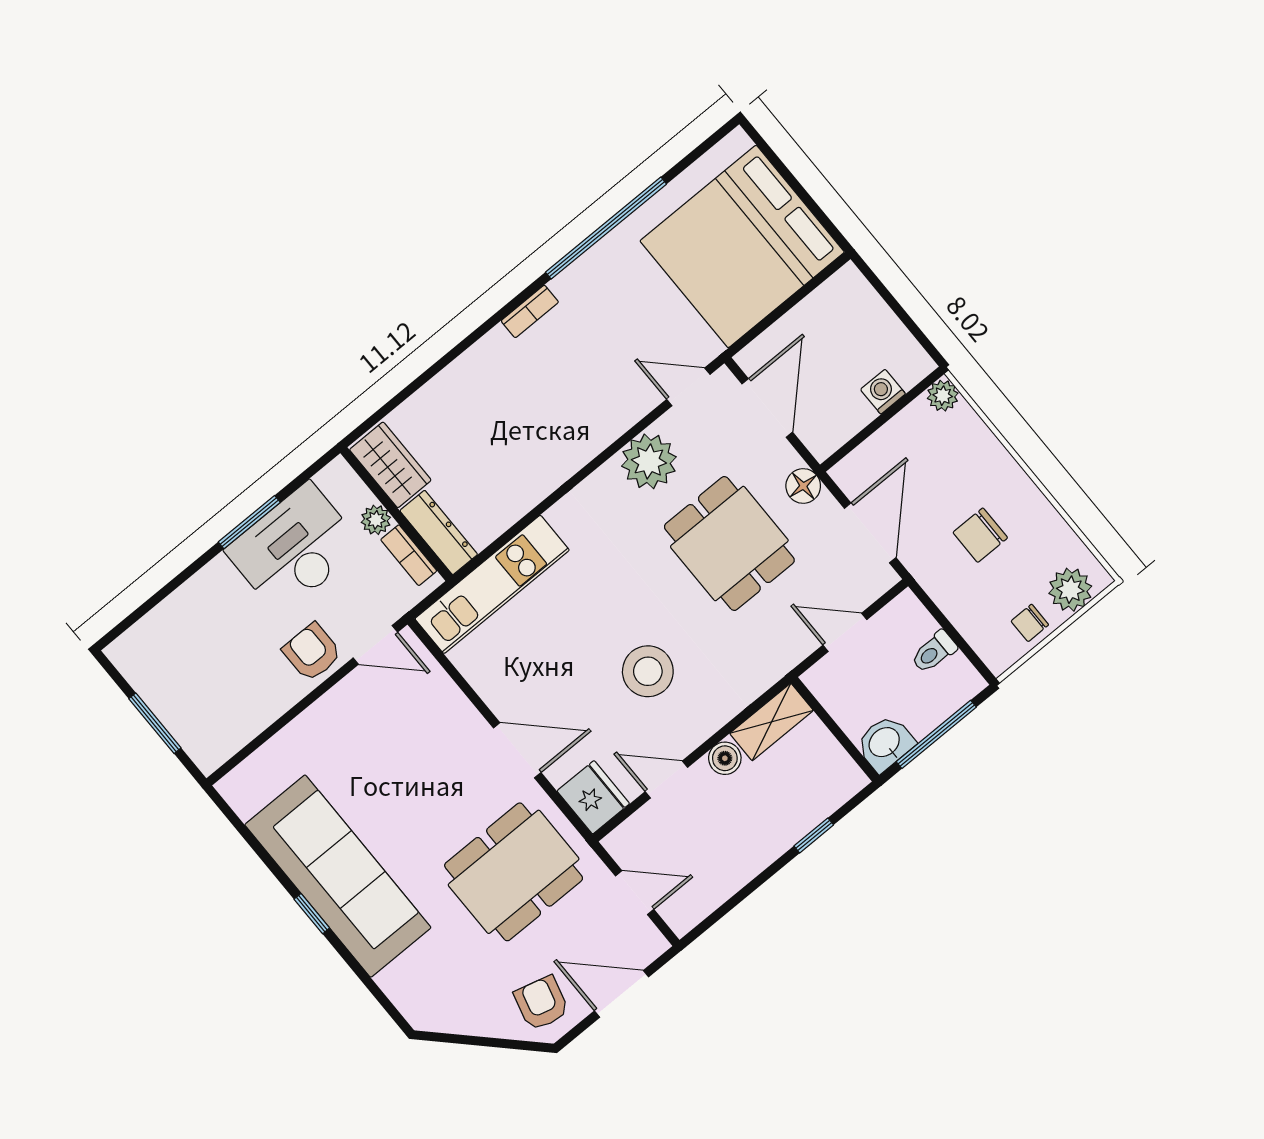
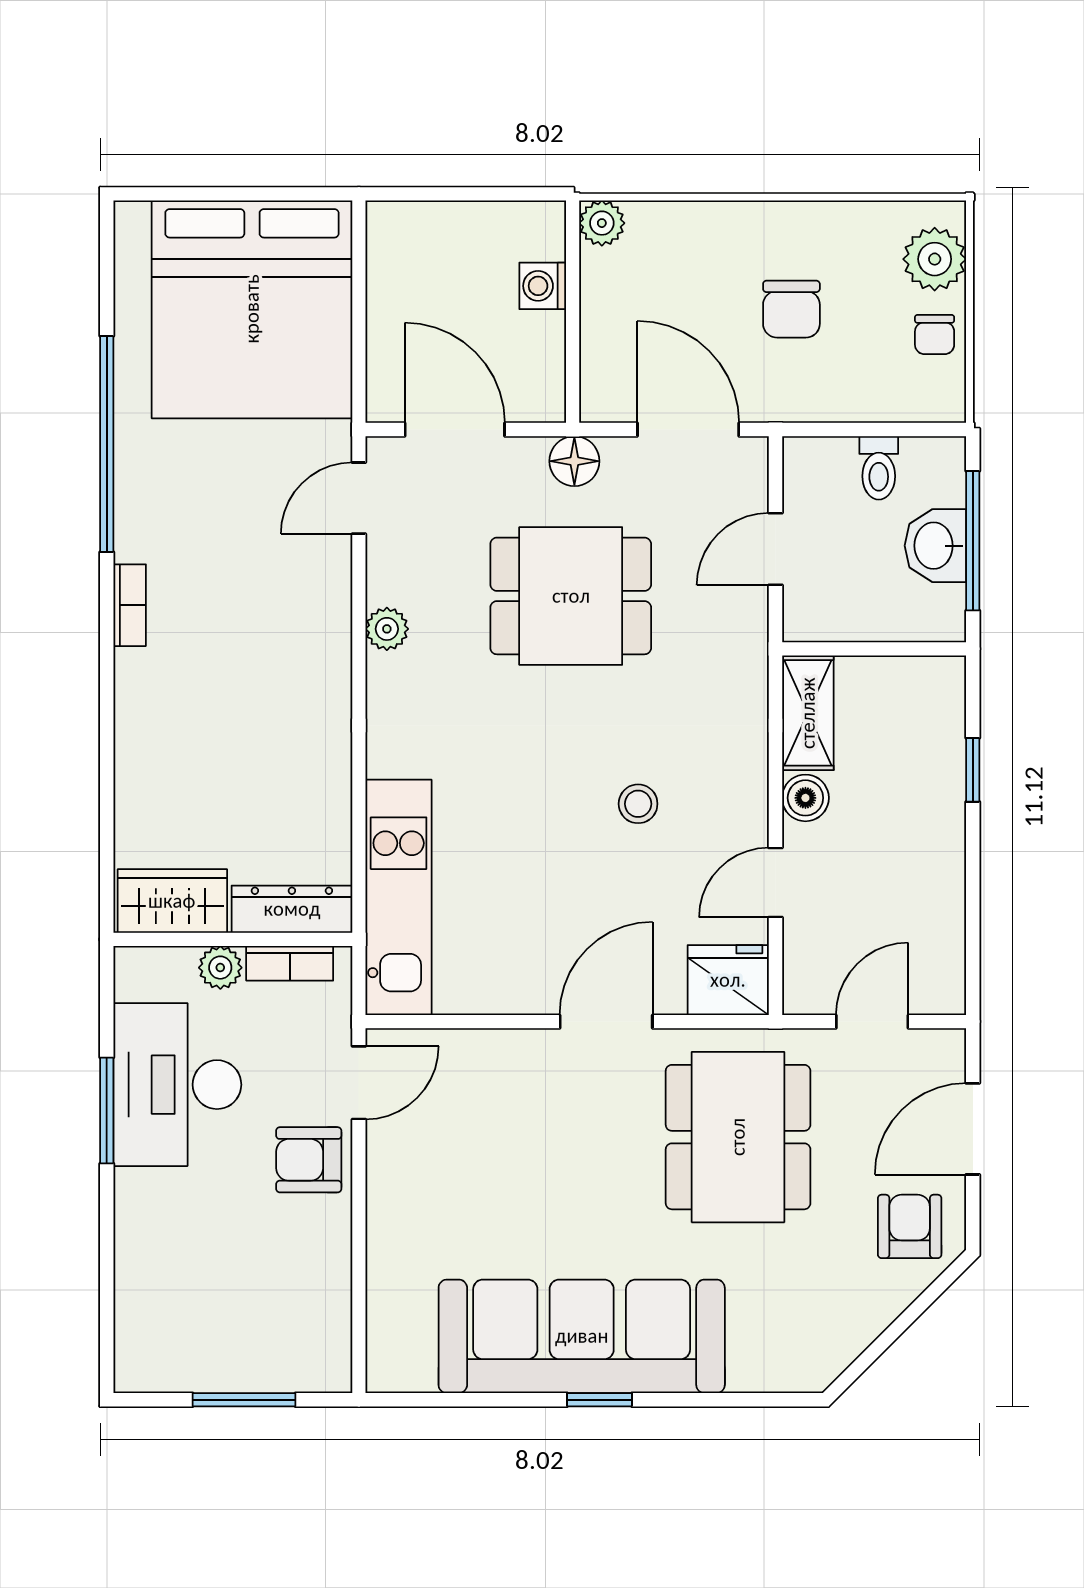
plant: (649, 461) -> (387, 629), width x0.53, depth x0.53
stool: (648, 671) -> (638, 804), width x0.53, depth x0.53
washbasin: (885, 743) -> (935, 546), moved
armchair: (541, 1003) -> (910, 1226), turned 75

